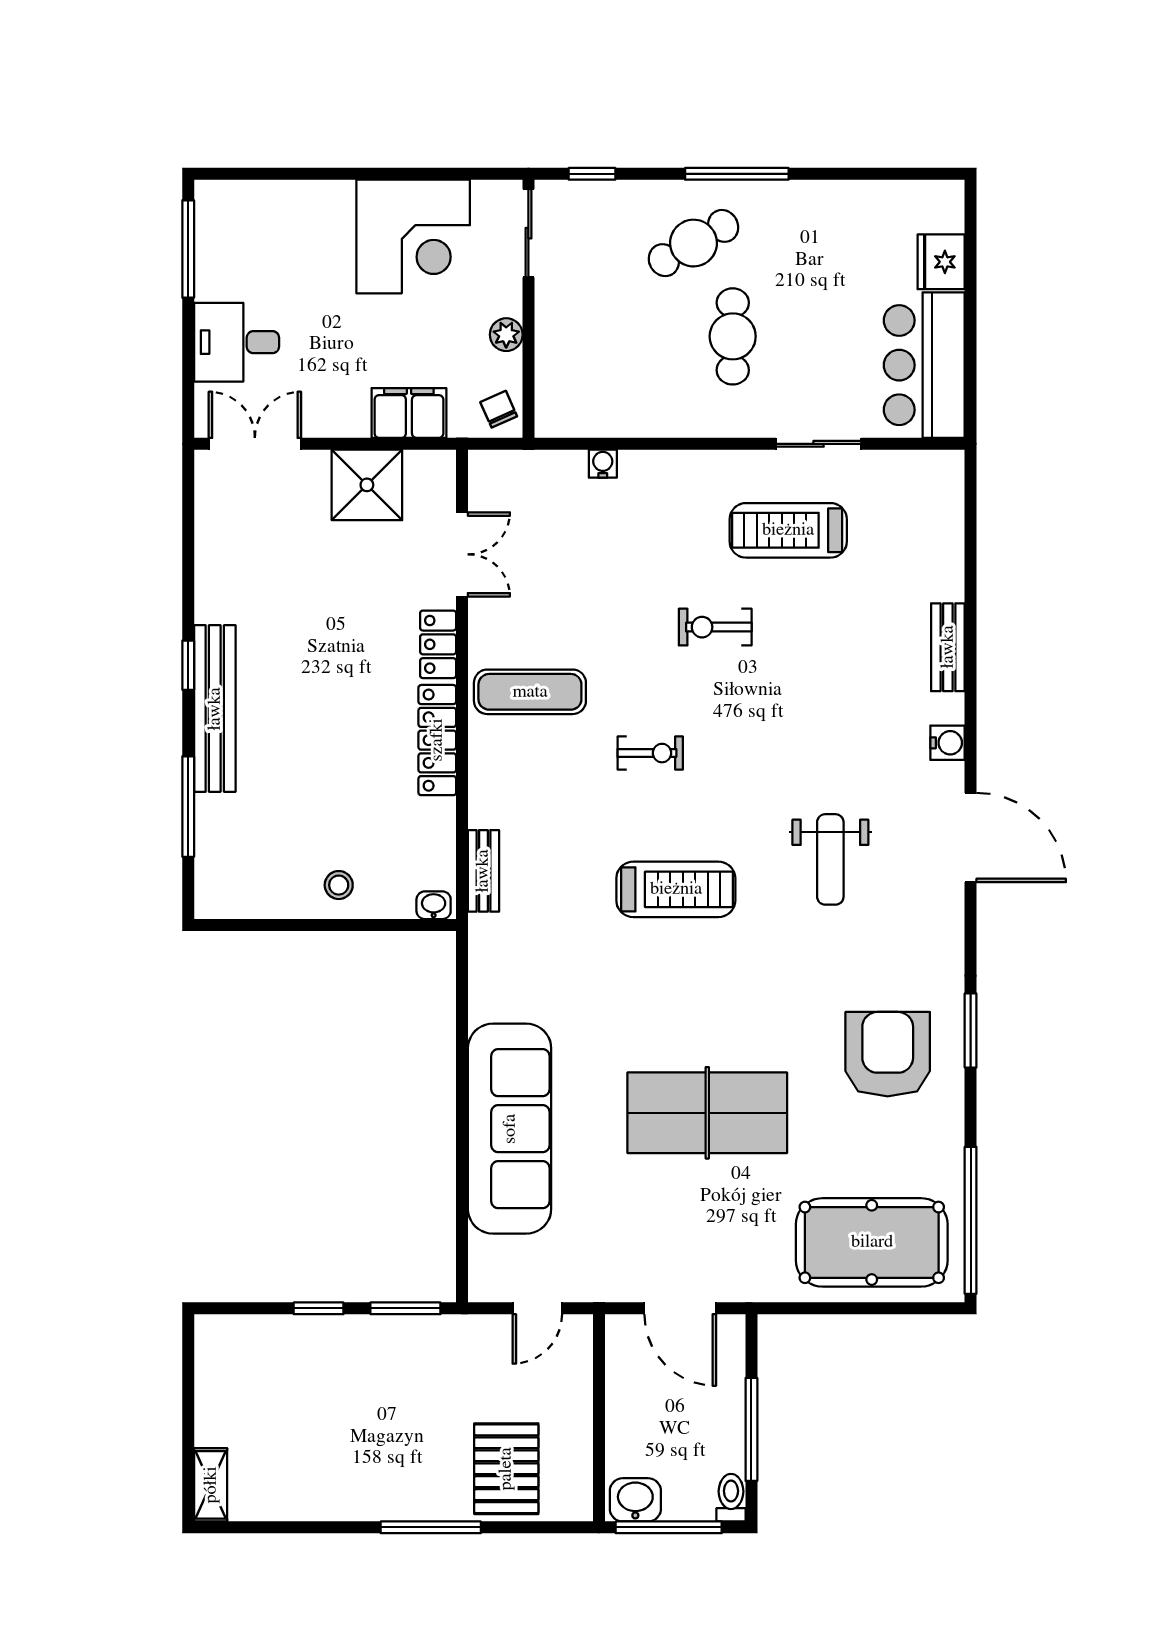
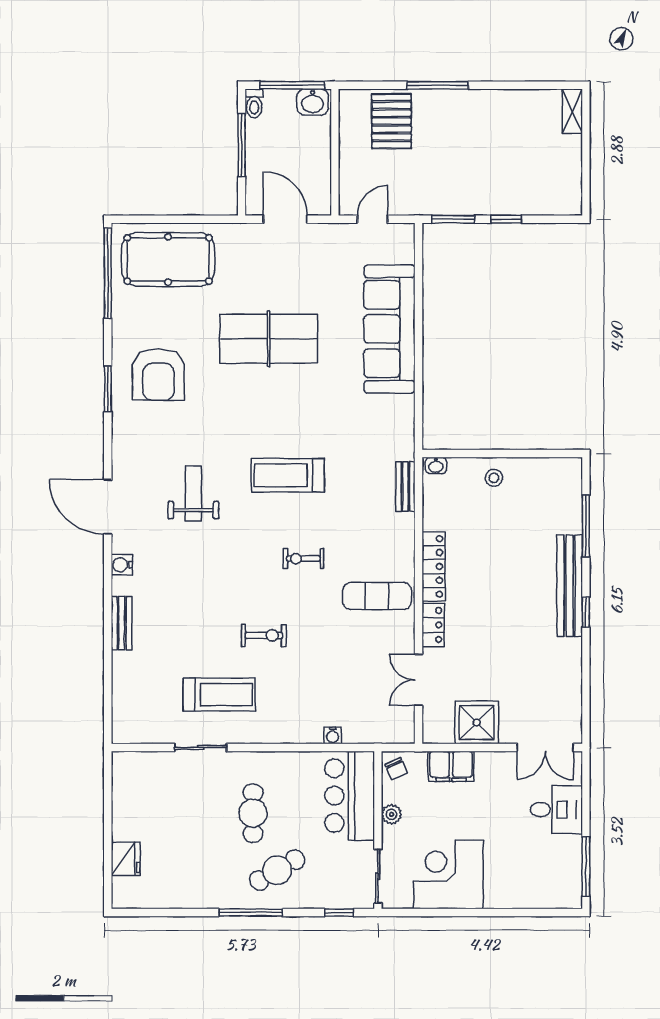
bar counter: (924, 365) -> (350, 796), moved, turned 180

